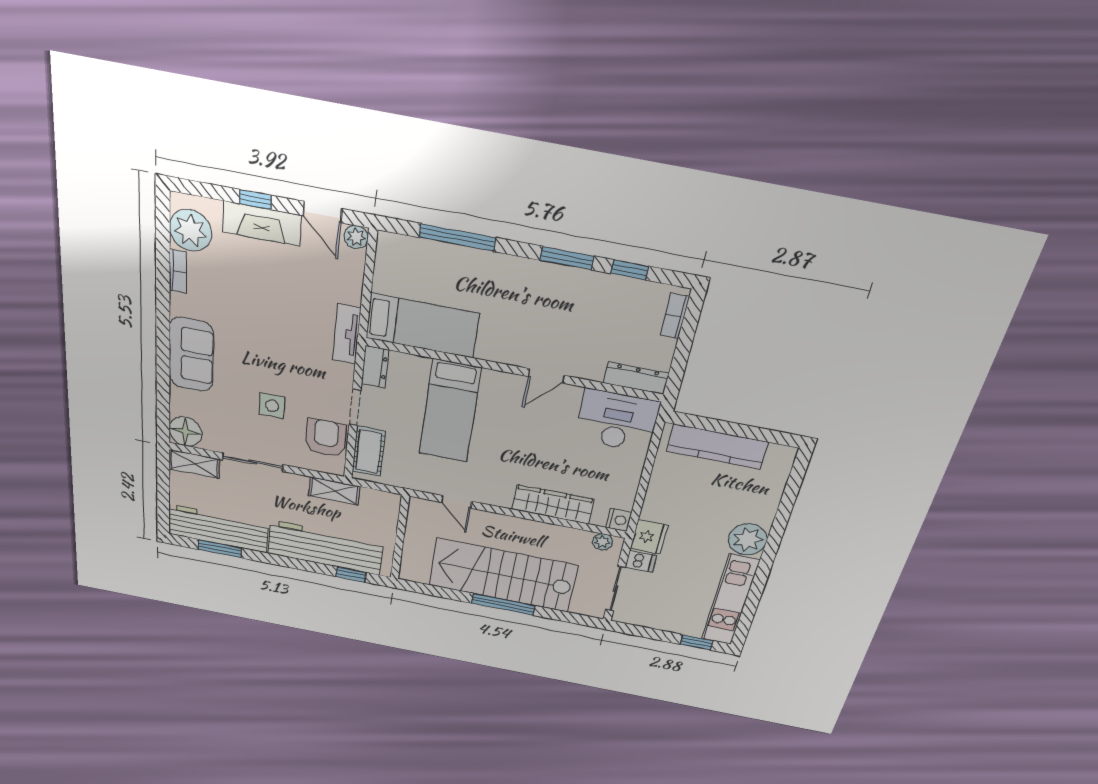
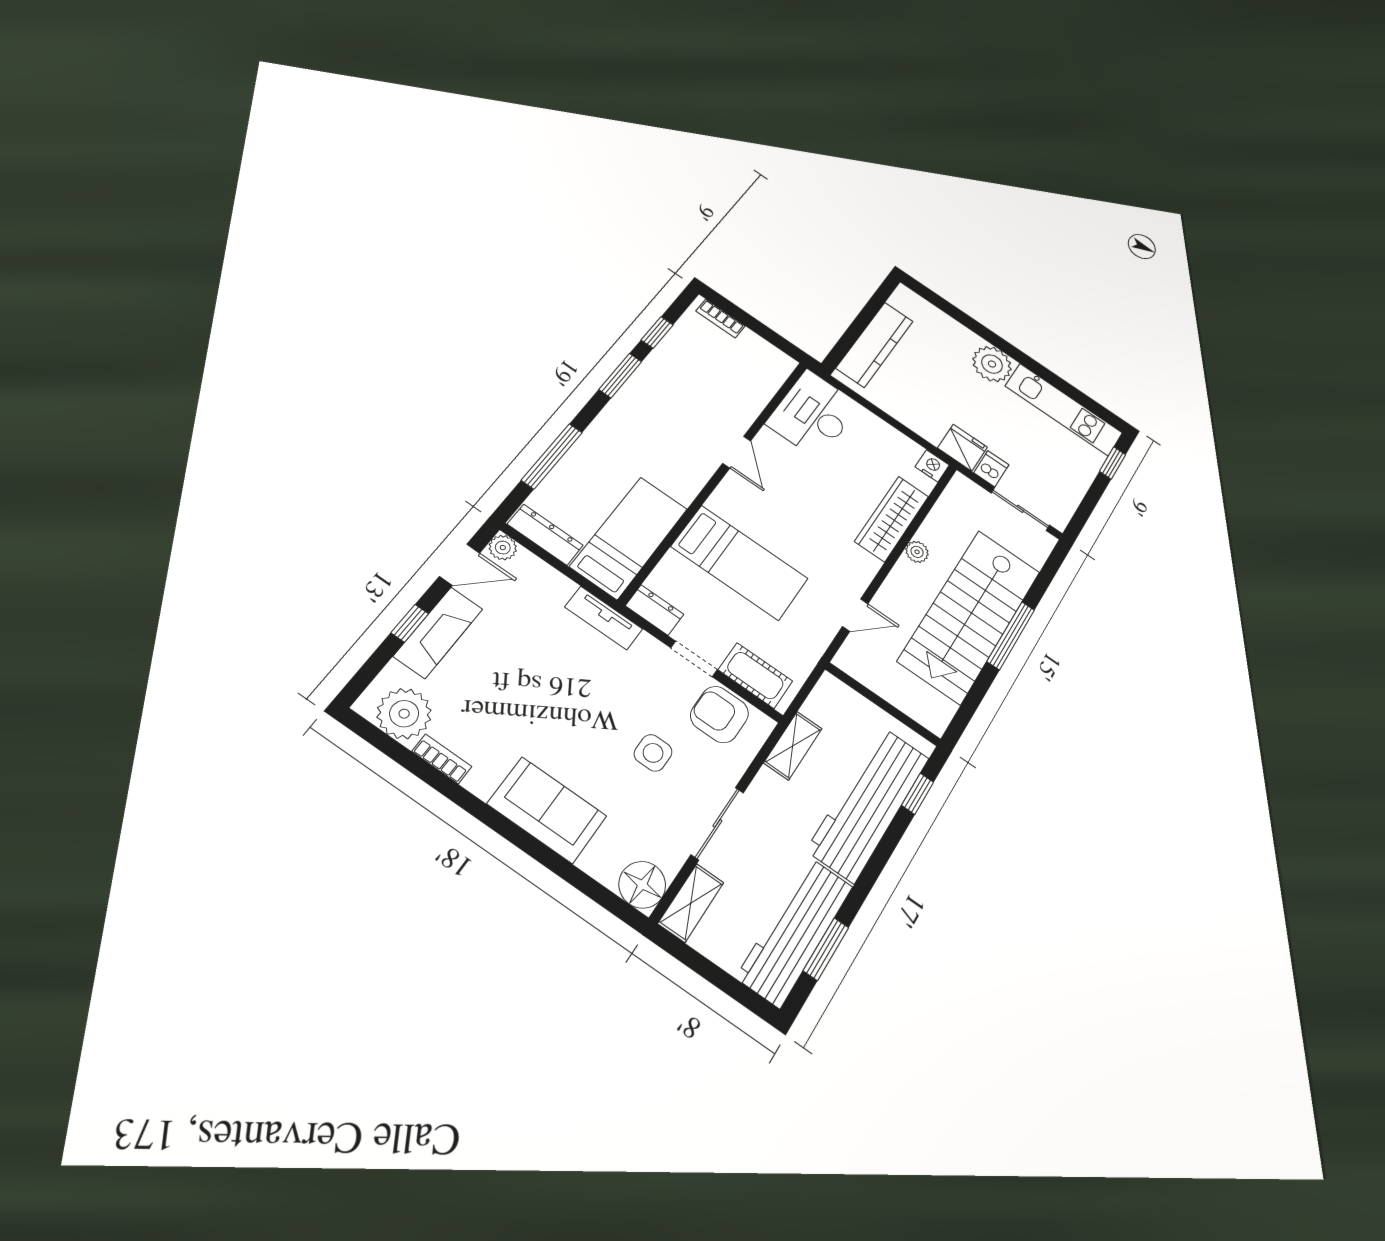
dresser: (636, 378) -> (545, 535), moved, turned 90
plant: (602, 542) -> (917, 552), moved

